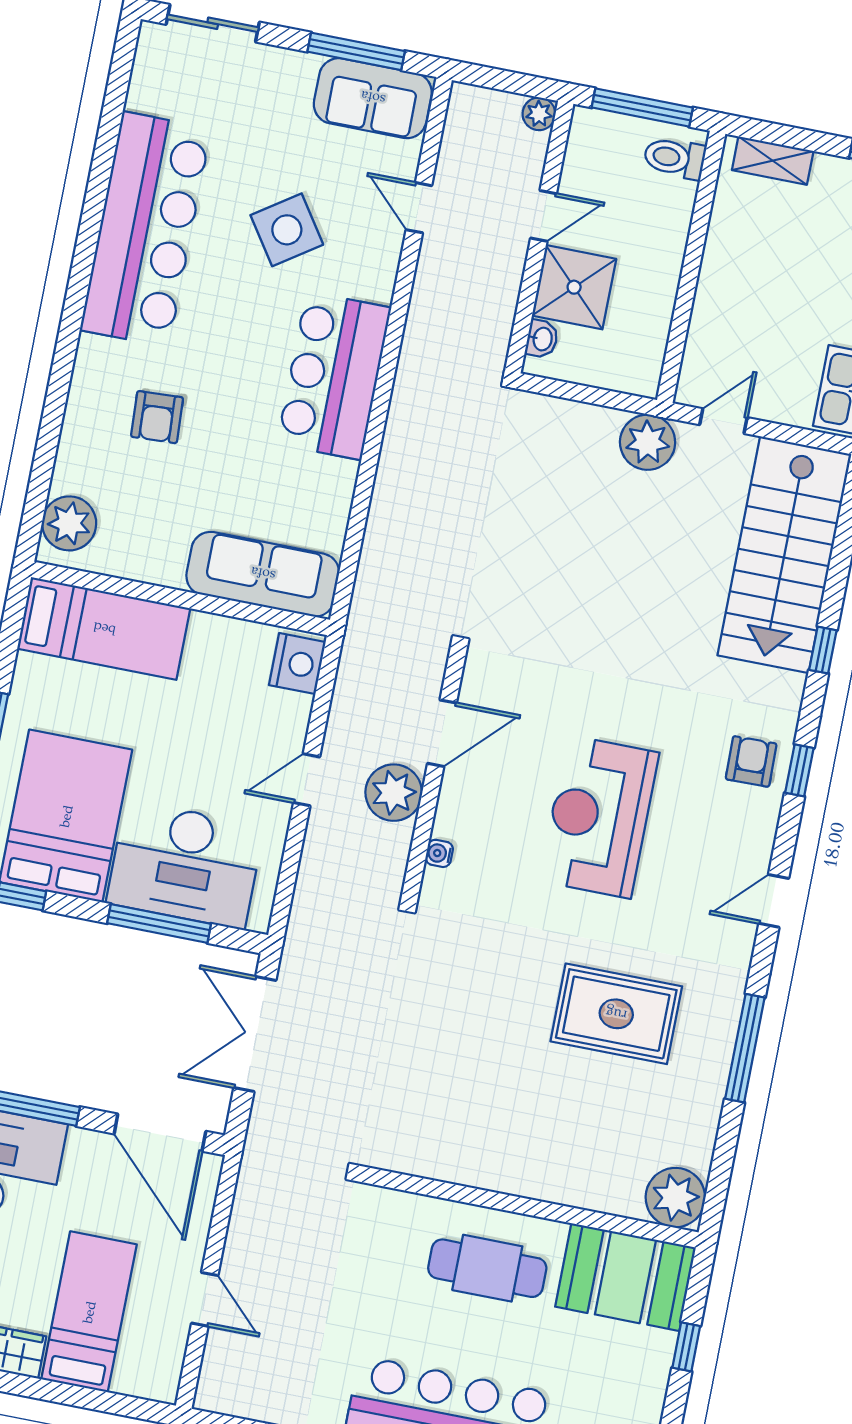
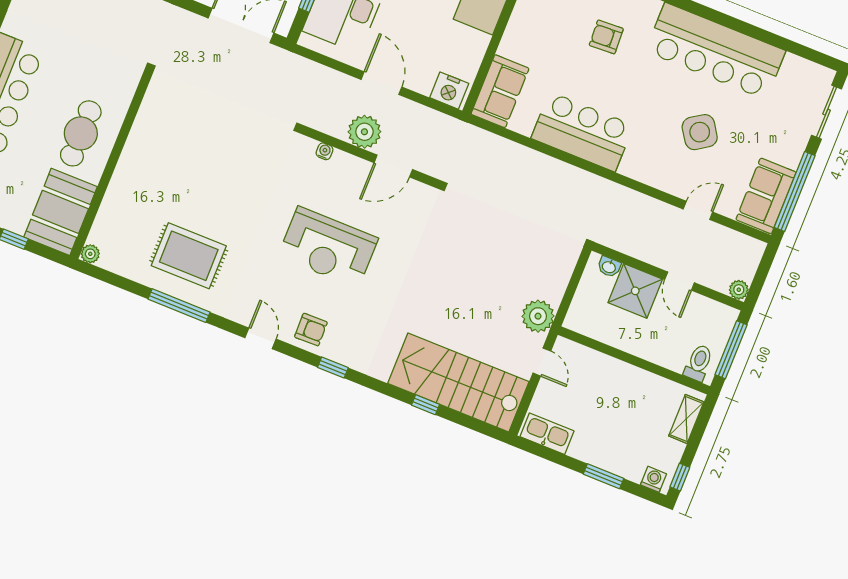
window: (356, 51) -> (795, 191), width x1.46
bar counter: (334, 376) -> (582, 132), moved
sofa: (263, 574) -> (500, 91), width x0.73
window: (823, 650) -> (426, 405), moved
door: (442, 733) -> (393, 166), hinge flipped
armchair: (751, 761) -> (311, 330), moved
door: (307, 780) -> (381, 83), width x1.38
reception desk: (599, 817) -> (328, 247), turned 180
rug: (616, 1014) -> (189, 256), moved, turned 90
plant: (675, 1198) -> (90, 254), width x0.53, depth x0.53

